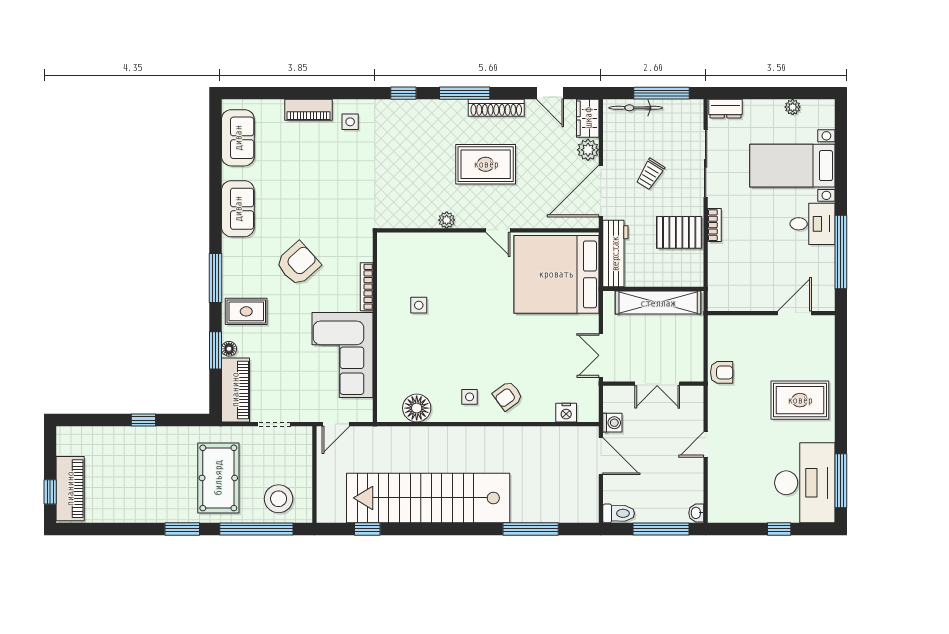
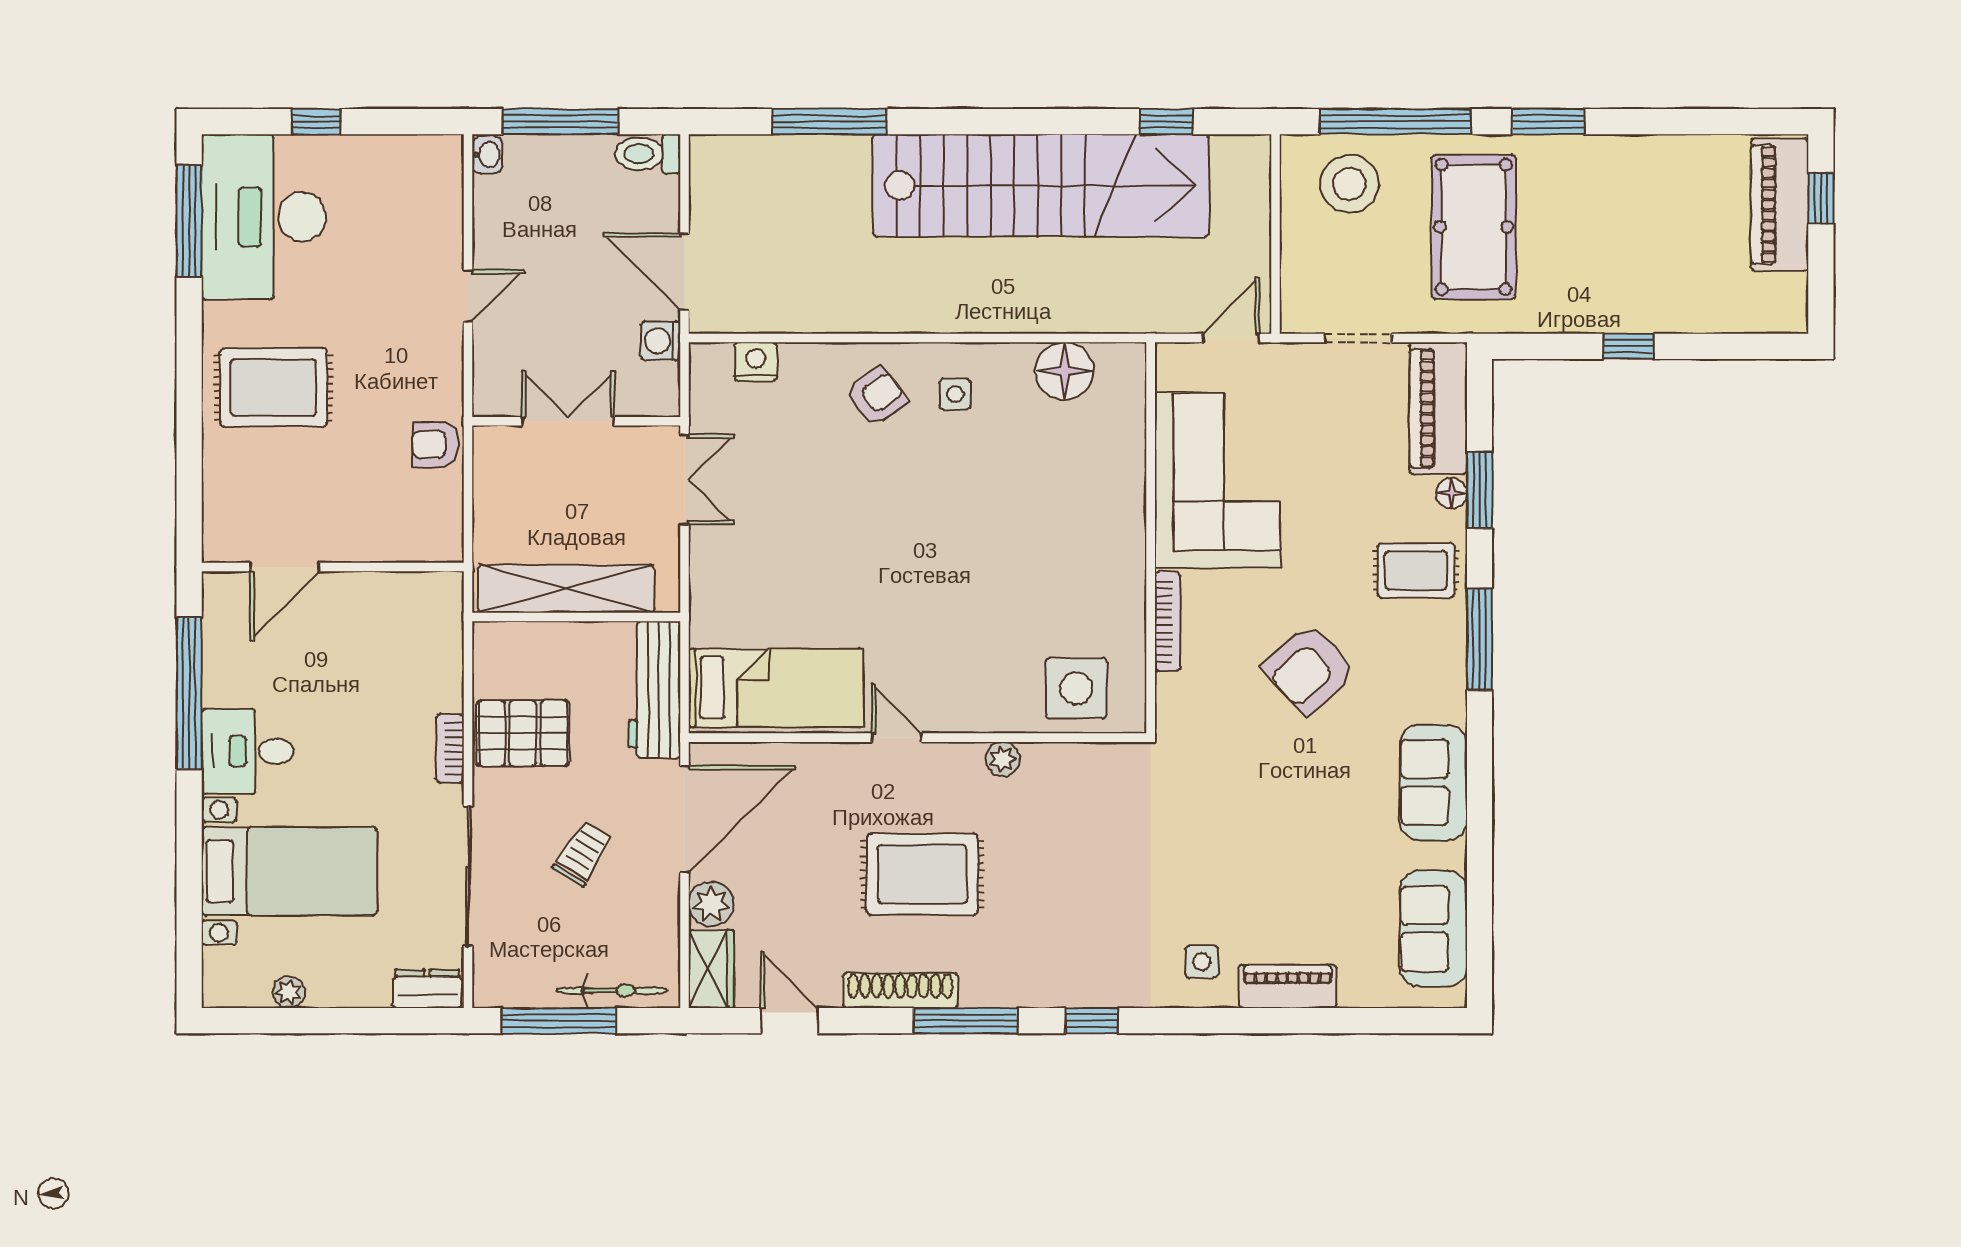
bed: (556, 274) -> (776, 688), width x0.49
side table: (419, 305) -> (1076, 688), moved, width x1.87, depth x1.87

